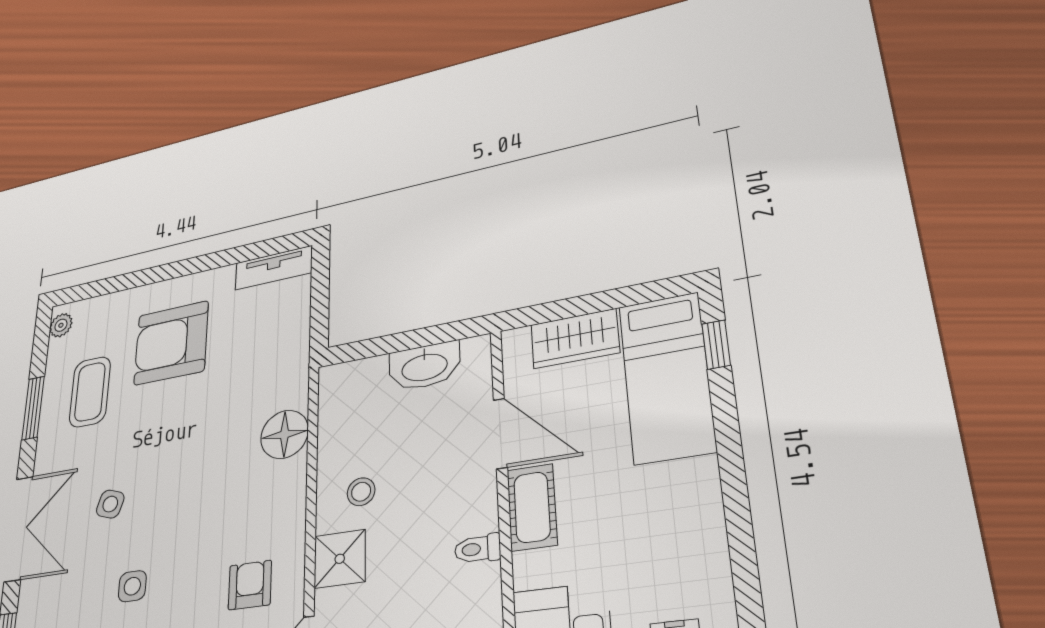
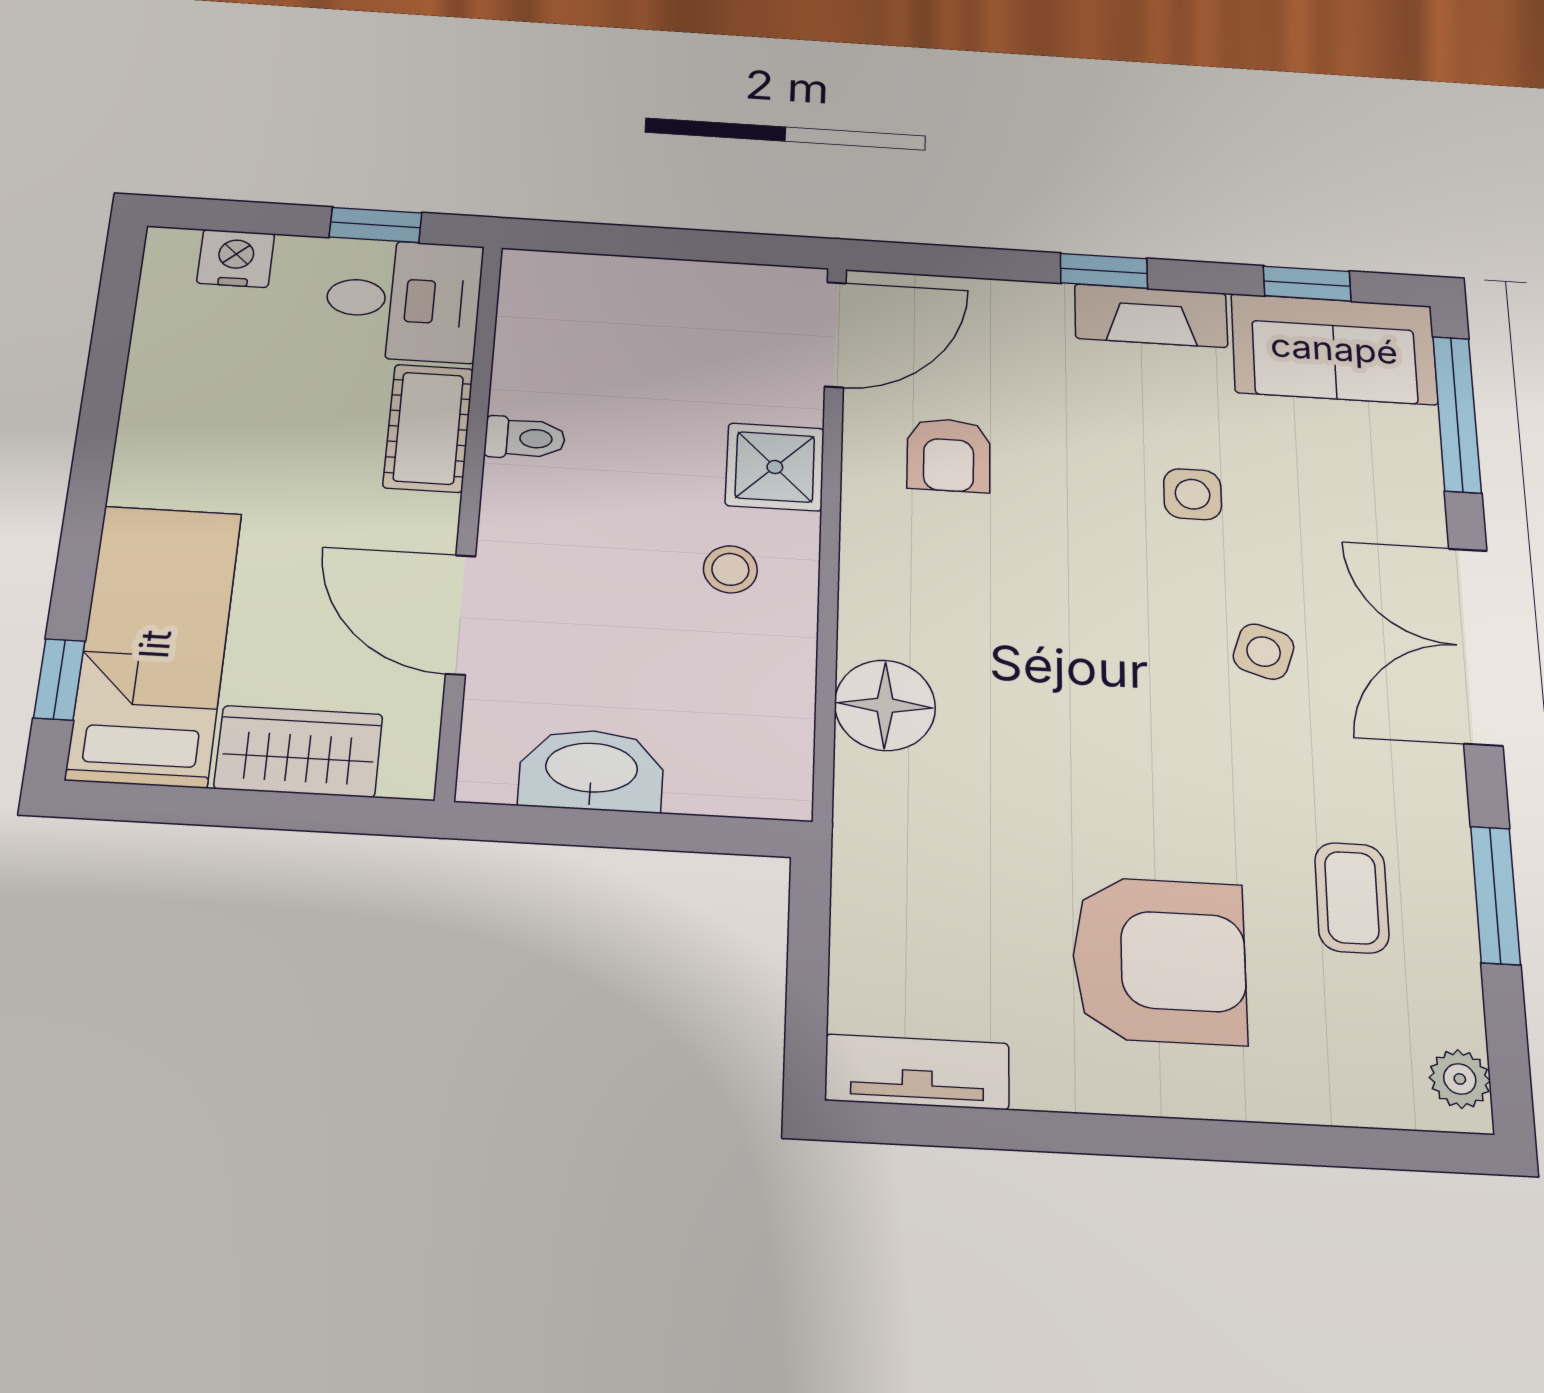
coffee table: (90, 392) -> (1352, 898), width x0.73, depth x0.77
cot: (532, 507) -> (428, 428), moved

